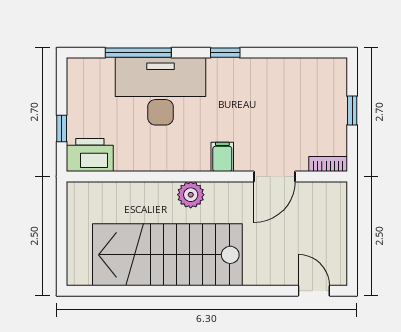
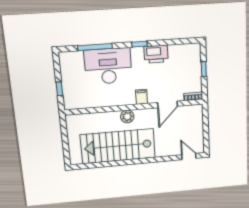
printer: (90, 155) -> (156, 54), moved, turned 180

